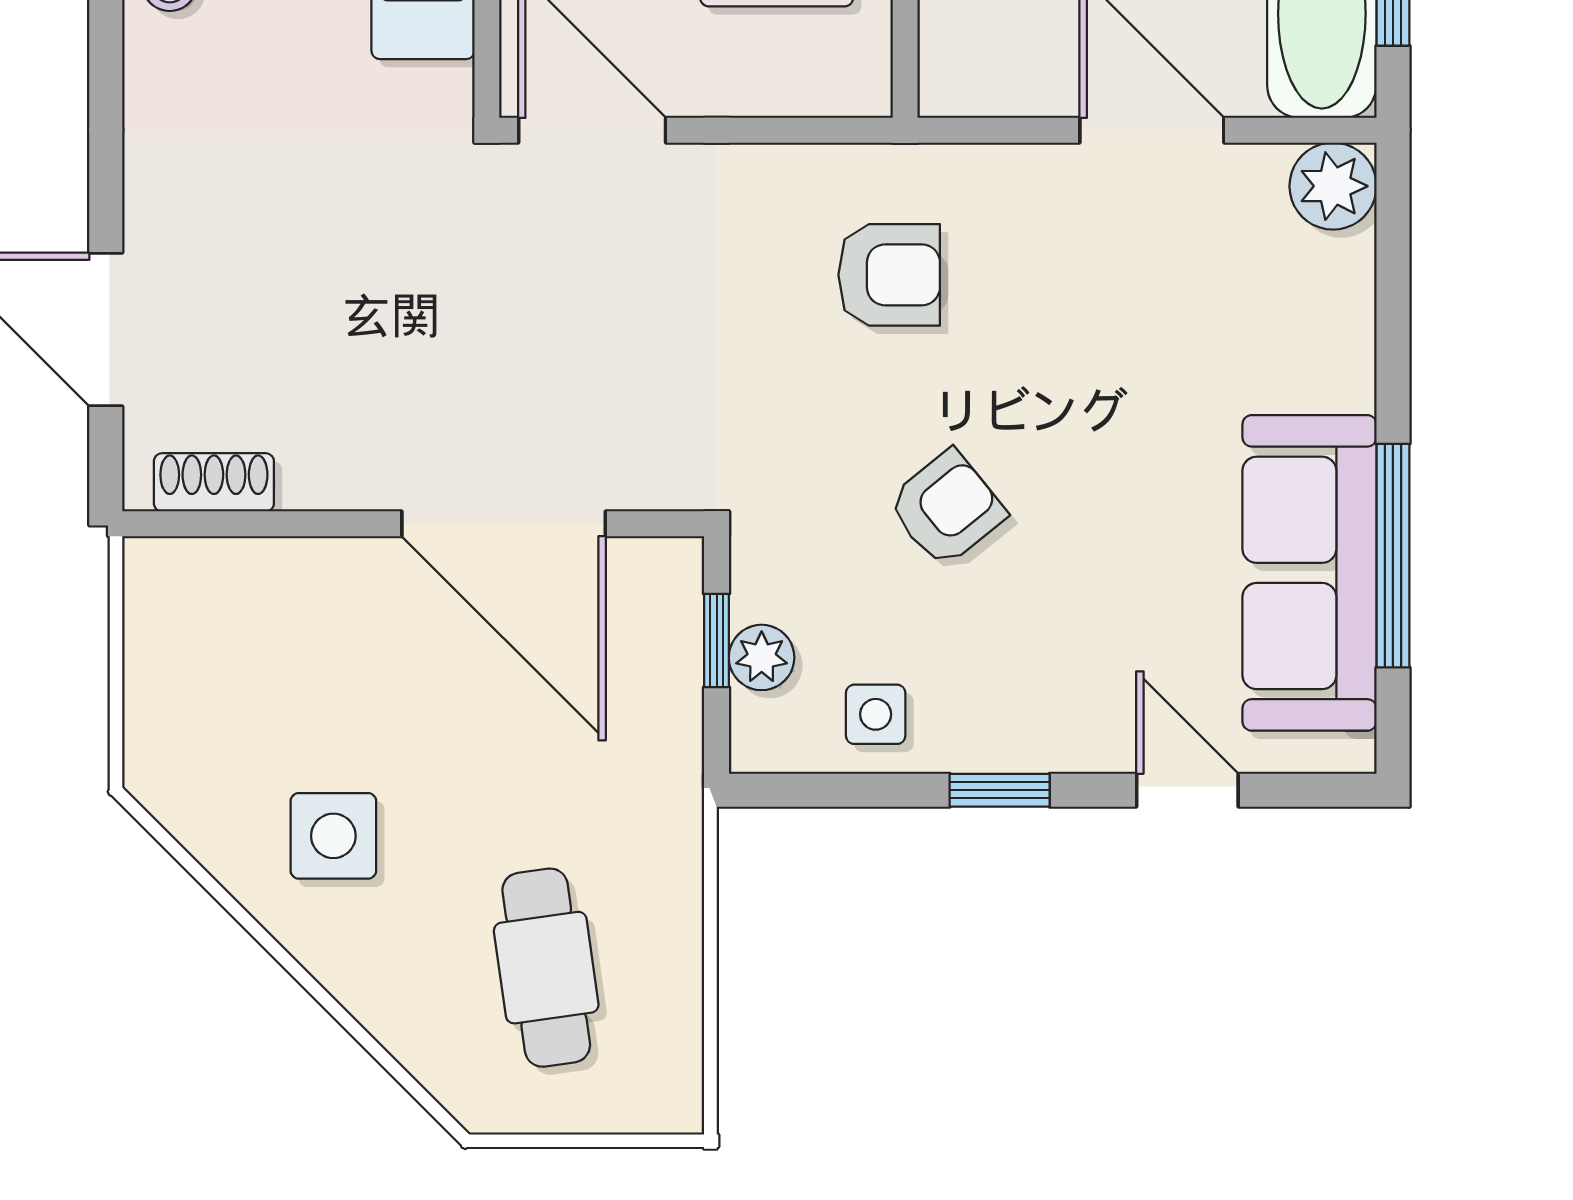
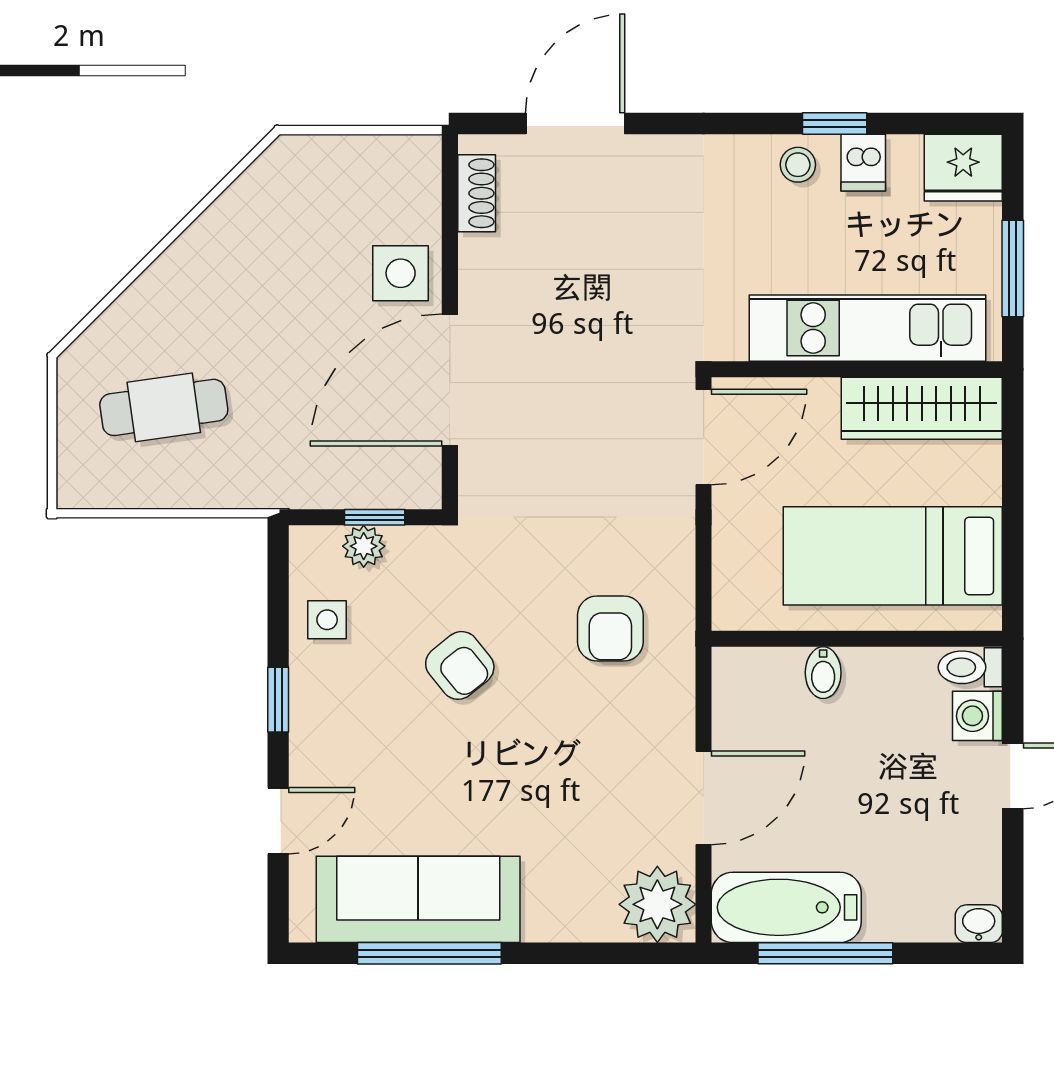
plant: (1333, 186) -> (657, 904), width x1.36, depth x1.36
side table: (333, 836) -> (401, 273), moved

